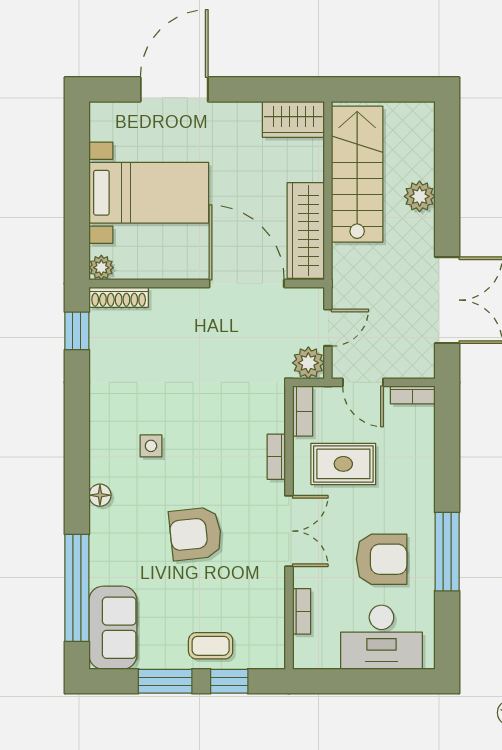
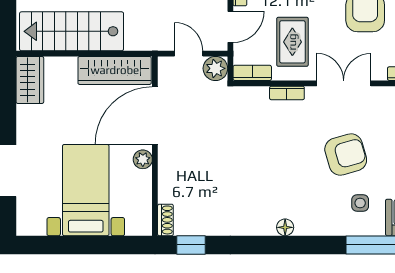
plant: (101, 268) -> (143, 159), moved
shoe rack: (119, 297) -> (165, 220), width x0.70
side table: (151, 446) -> (360, 203), moved
floor lamp: (100, 495) -> (285, 227), moved
armchair: (195, 534) -> (346, 154), turned -100

